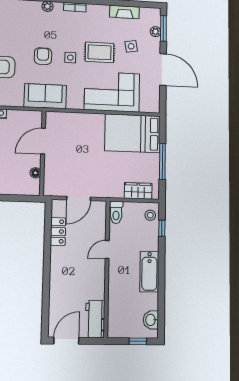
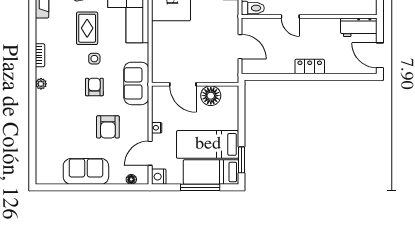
armchair: (43, 56) -> (94, 87), turned 90
floor lamp: (35, 173) -> (211, 96), width x1.89, depth x1.89
locker: (58, 231) -> (310, 67), moved

